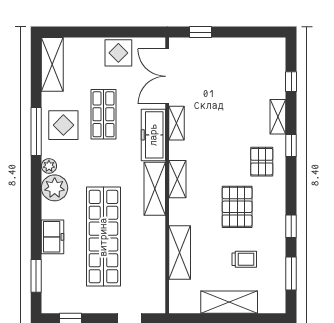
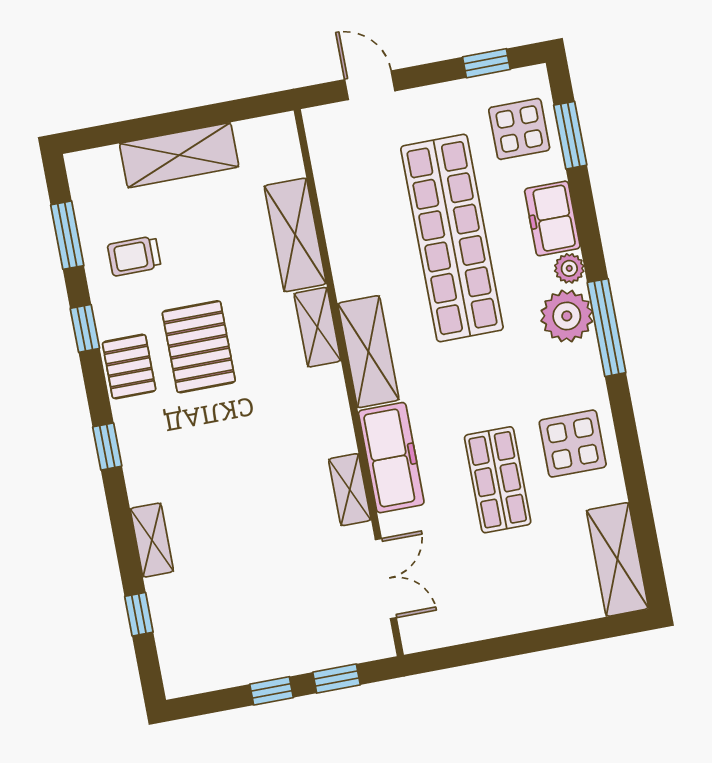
window: (233, 32) -> (272, 691), added
display table: (118, 53) -> (519, 129), moved
double door: (167, 76) -> (386, 579), width x0.73
window: (36, 131) -> (607, 328), moved
window: (291, 146) -> (107, 447), moved
pallet: (262, 162) -> (129, 367), moved
plant: (49, 166) -> (569, 268), moved
shelving: (177, 179) -> (317, 327), moved
trolley: (244, 259) -> (134, 256), moved

